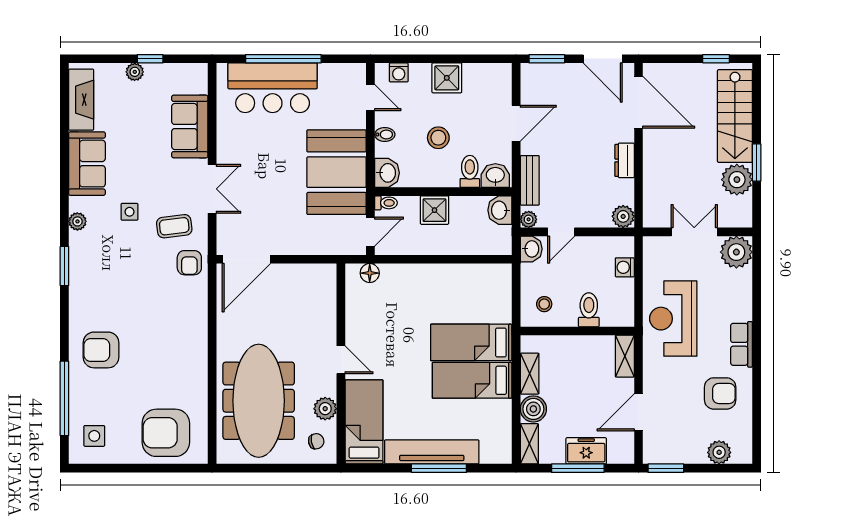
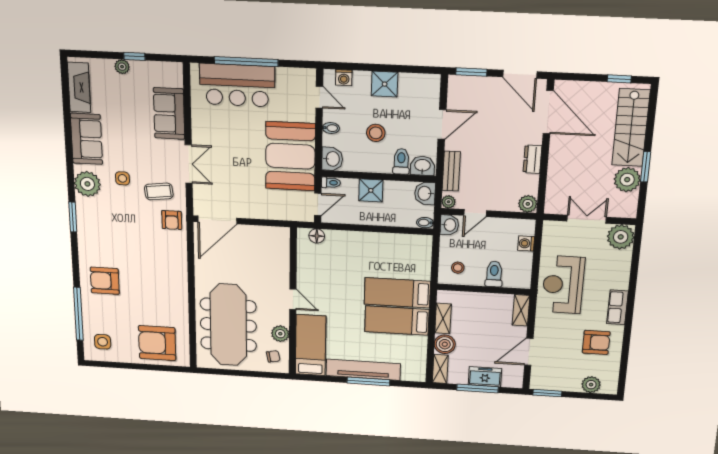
plant: (77, 221) -> (87, 184), width x1.88, depth x1.88
bidet: (502, 248) -> (425, 223), added

